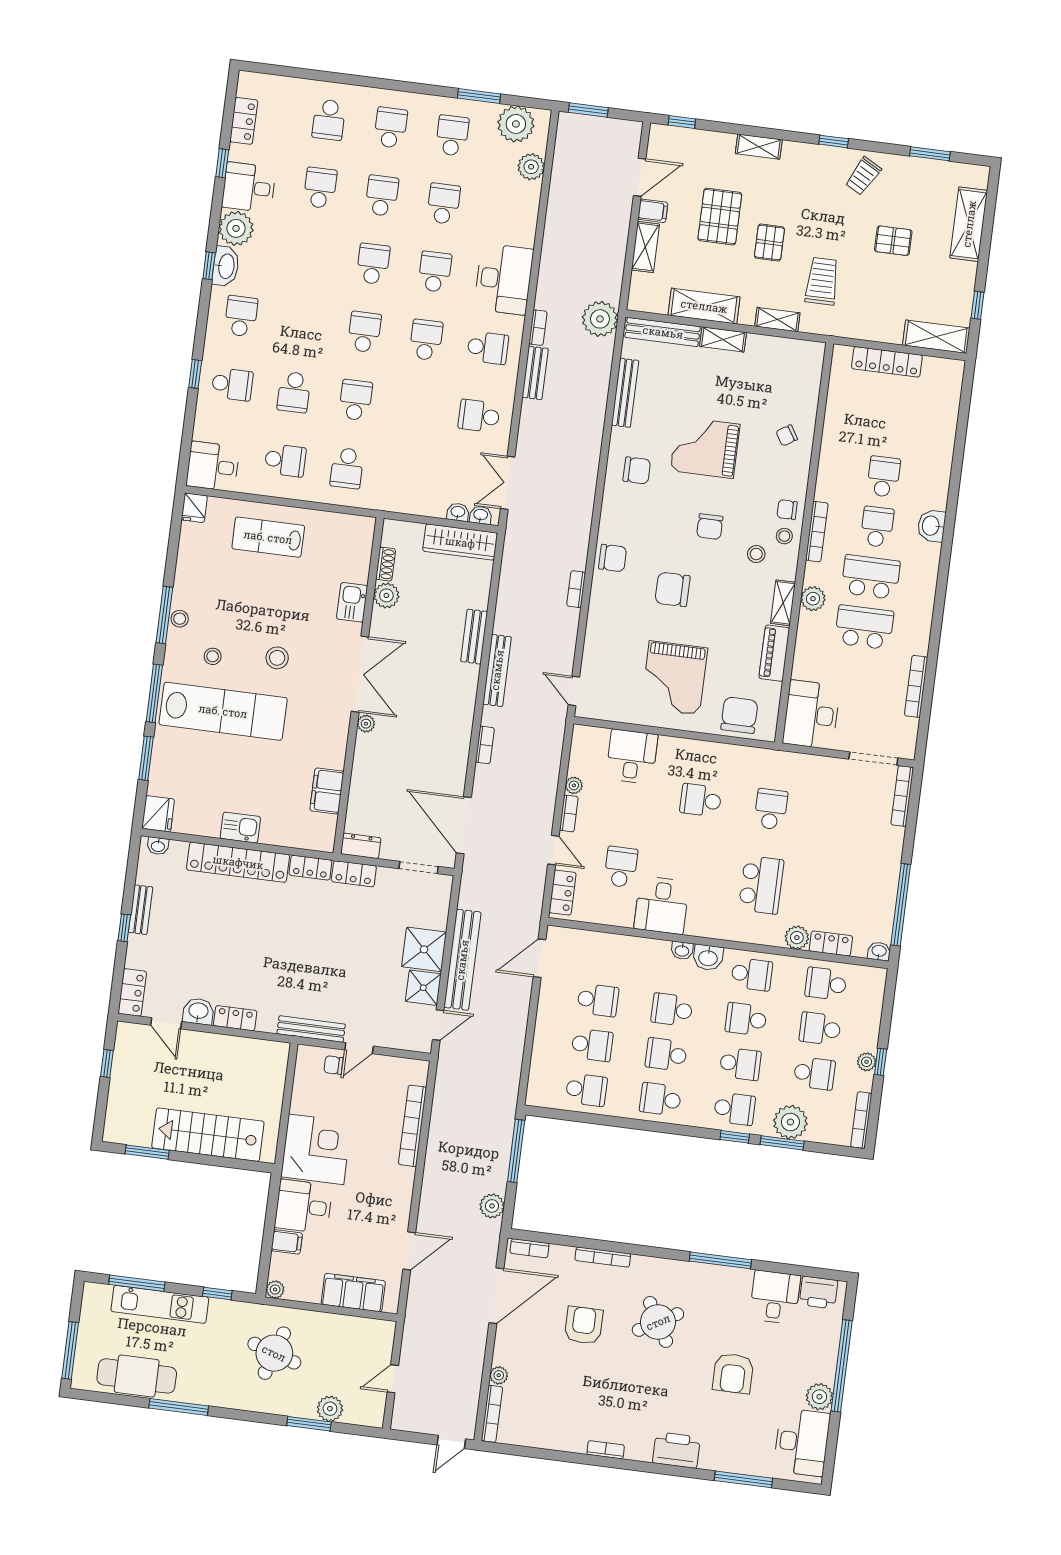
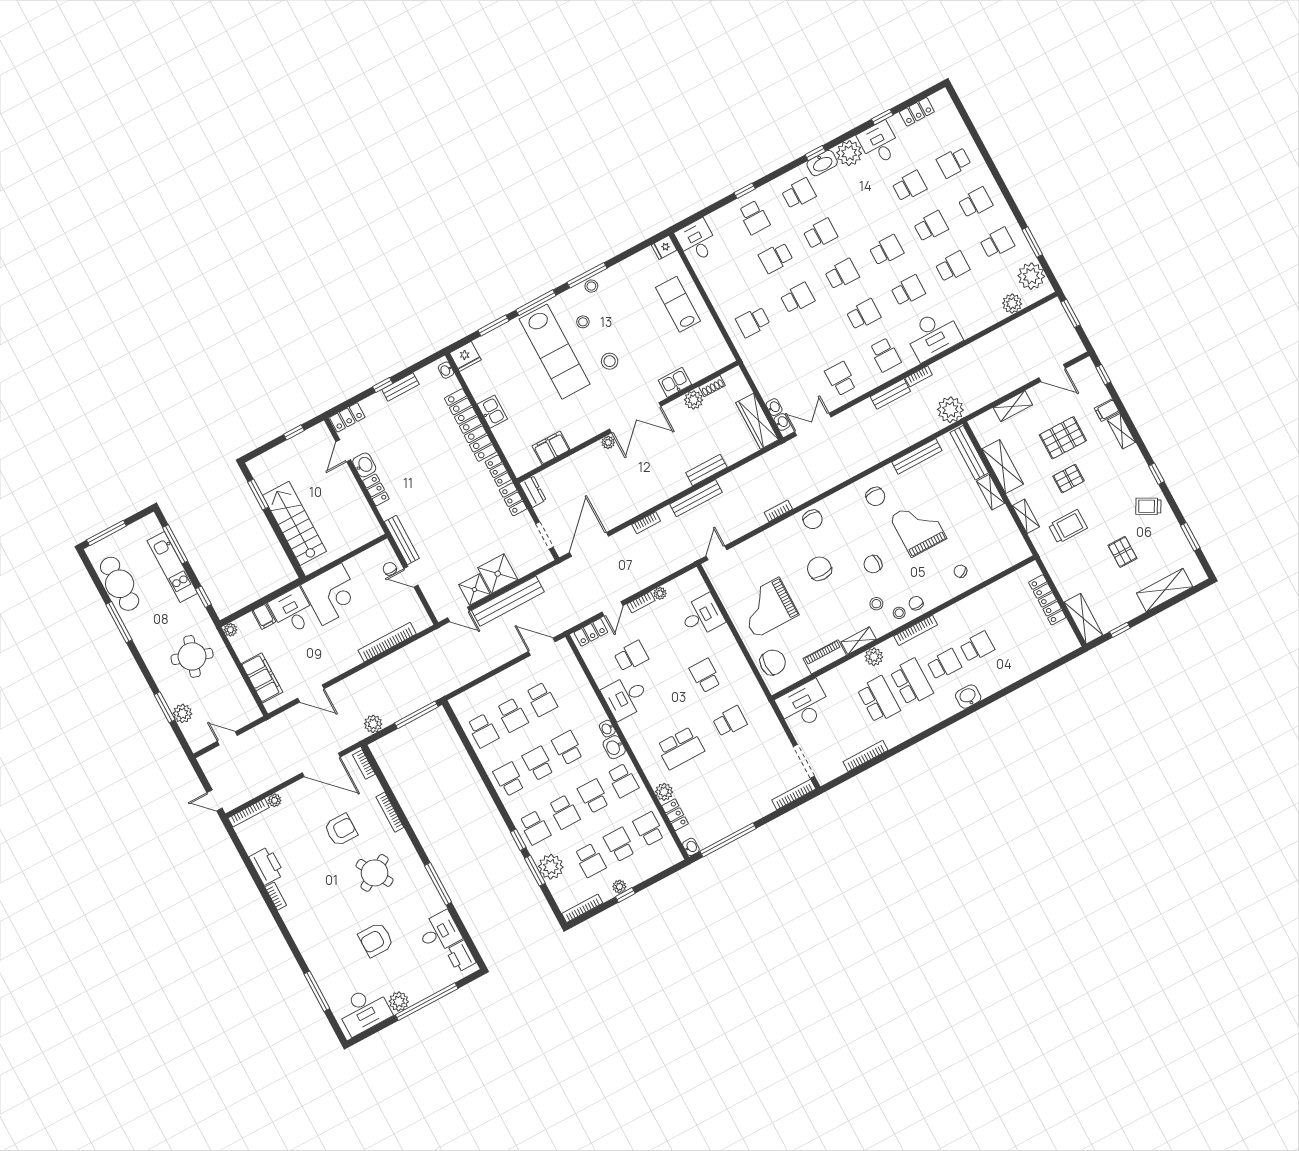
filing cabinet: (653, 211) -> (1107, 410), moved, turned 90
school desk: (285, 460) -> (820, 234), moved, turned -90
printer: (676, 1450) -> (267, 866), moved

